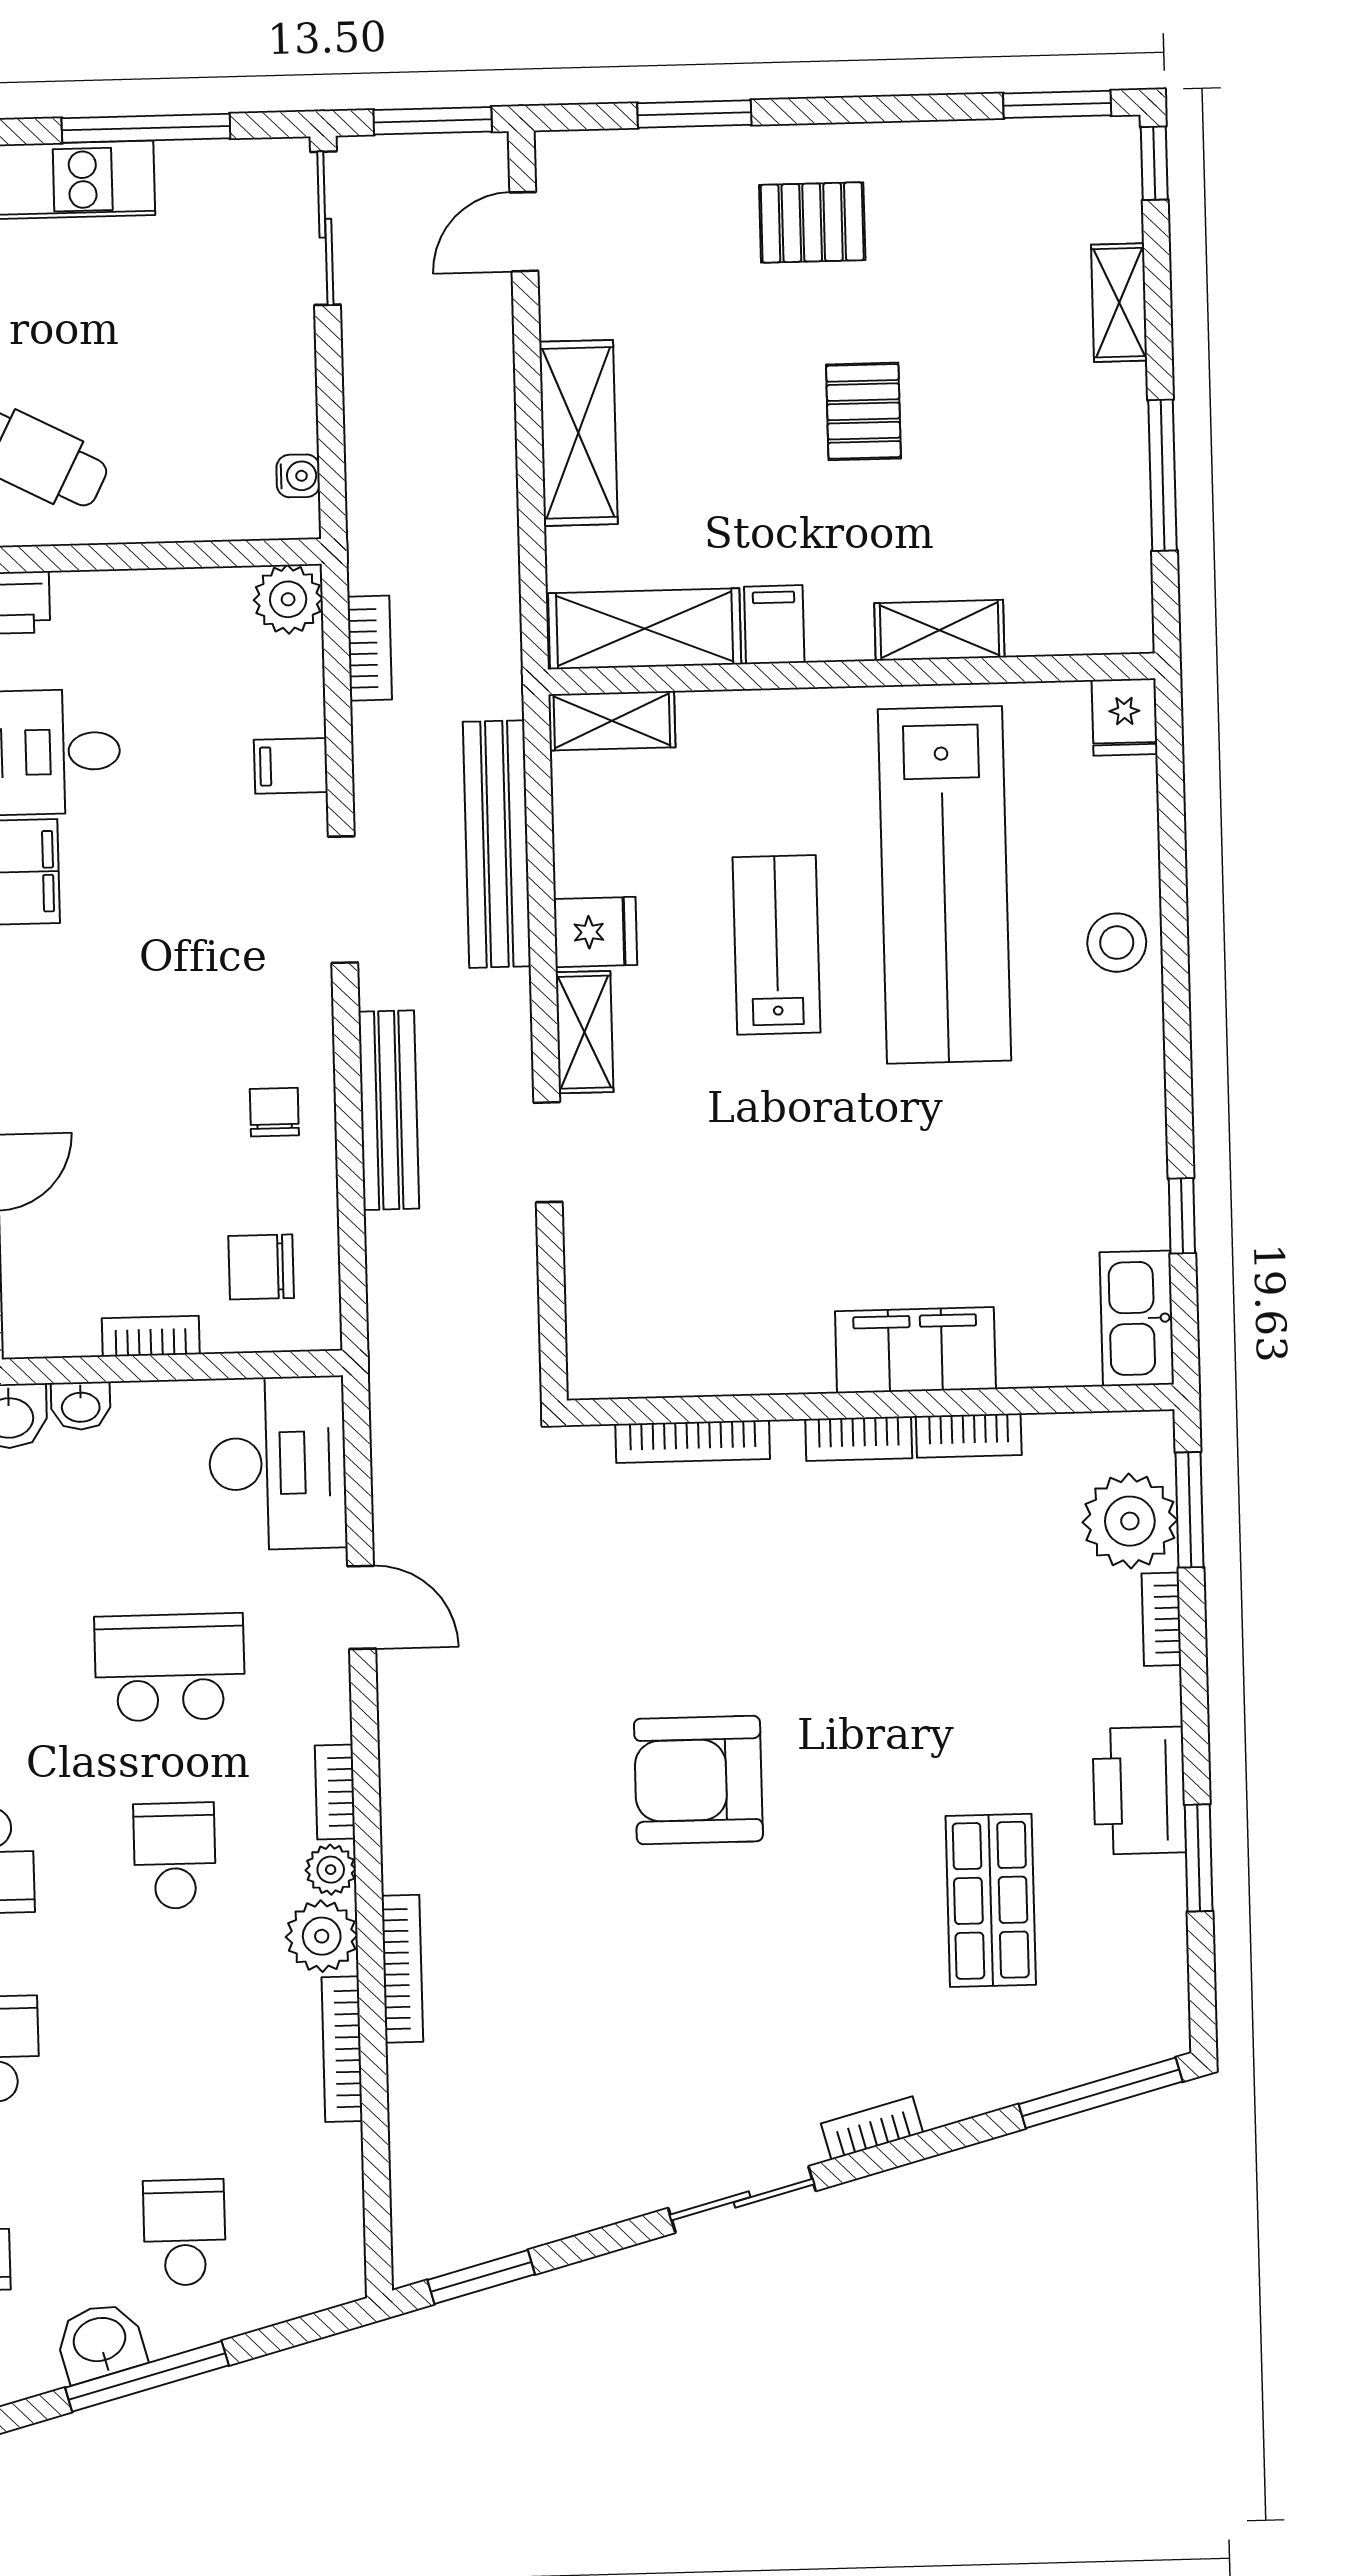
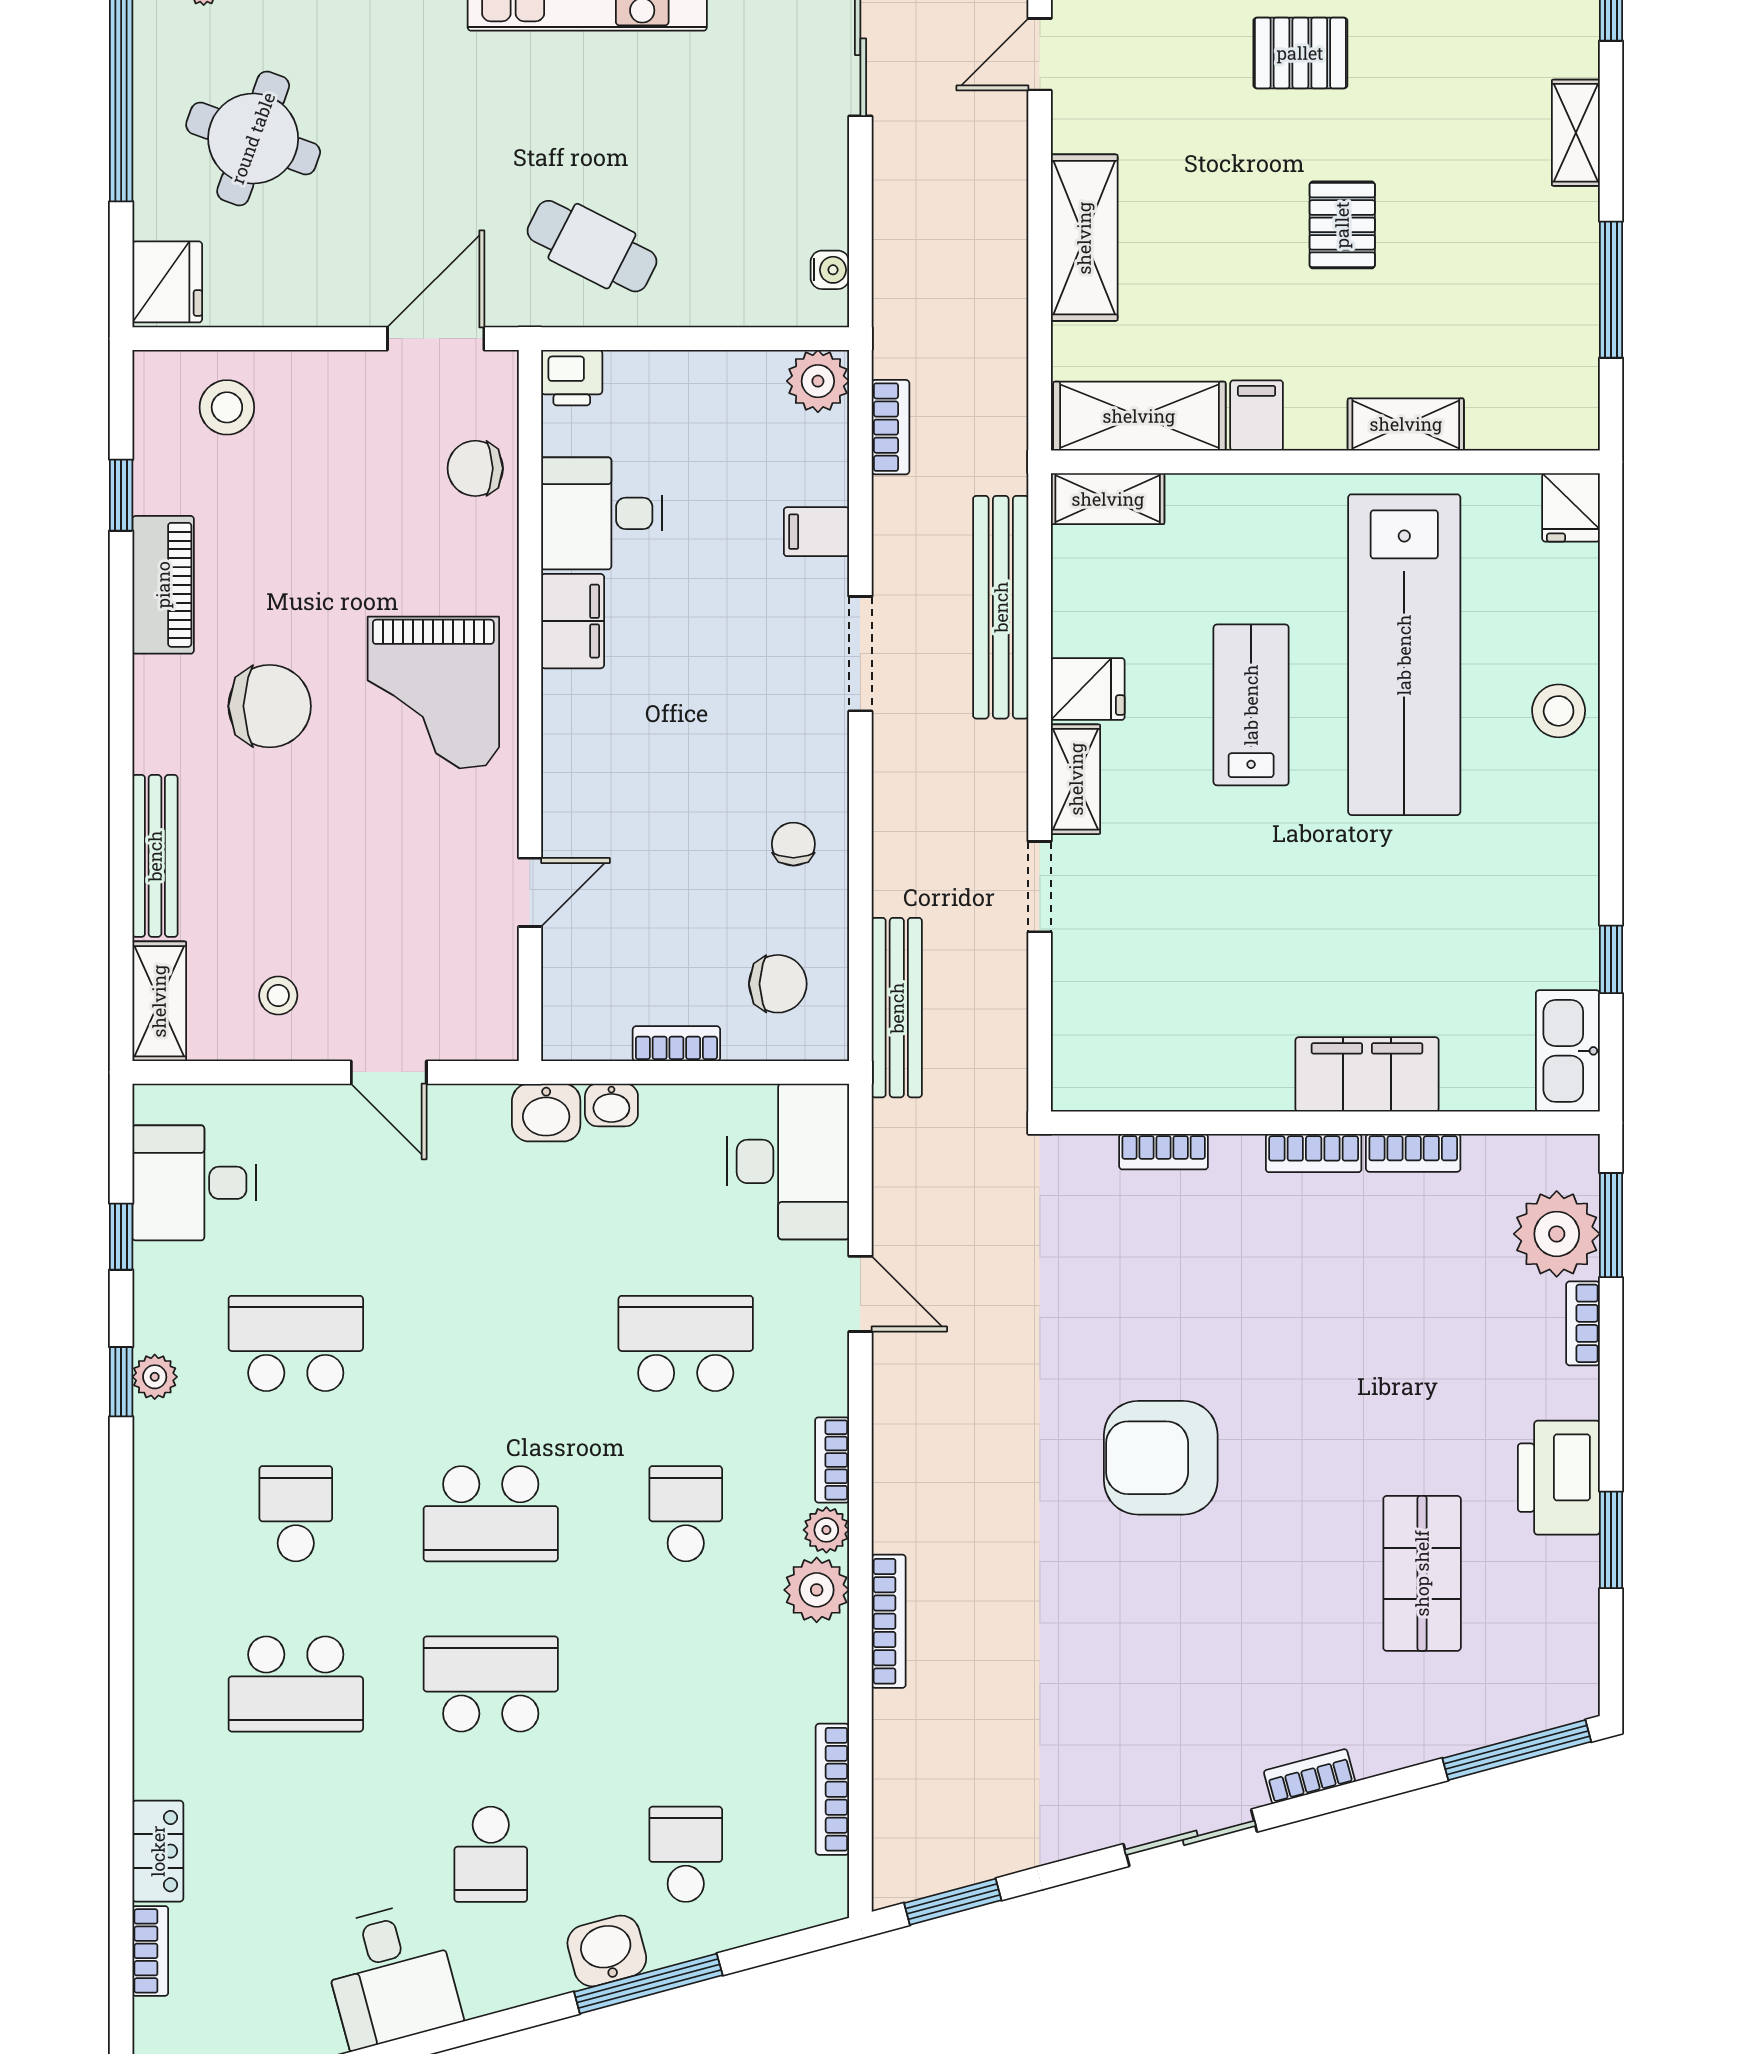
bench: (389, 1110) -> (897, 1008), moved
chair: (261, 1267) -> (778, 984), turned 180
bookcase: (693, 1442) -> (1164, 1152), width x0.64
bookcase: (342, 2049) -> (832, 1789), moved

